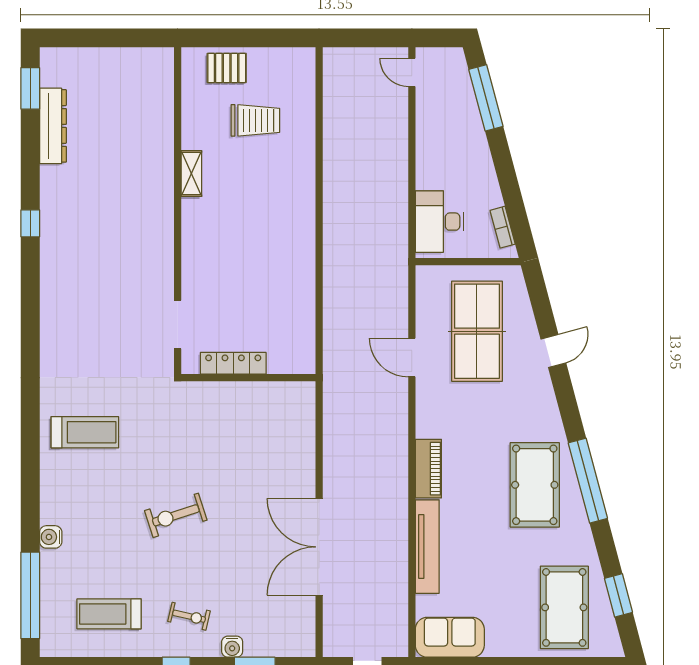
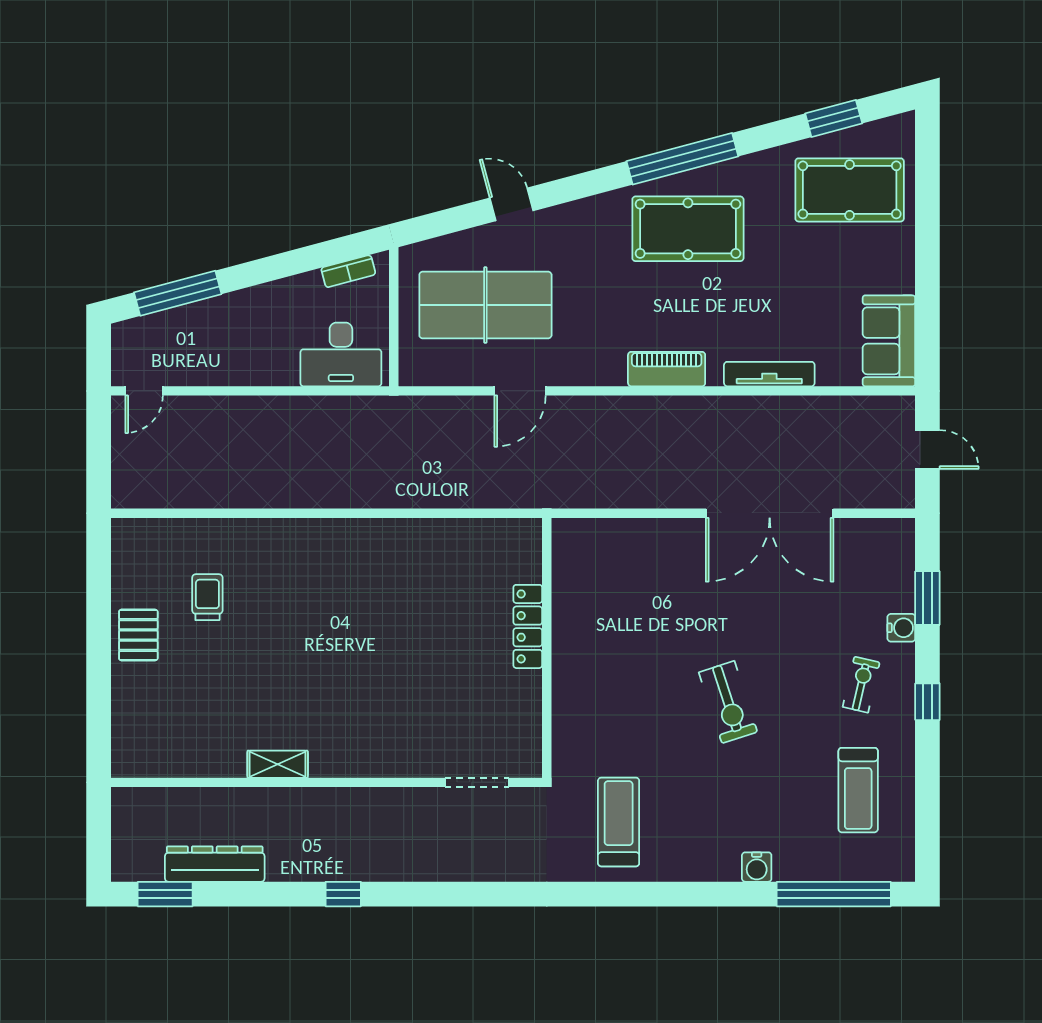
trolley: (255, 120) -> (207, 597), width x0.73, depth x0.72
shelving: (191, 174) -> (278, 764), moved
wall: (178, 211) -> (326, 782), moved
doorway: (178, 325) -> (477, 782), moved
tv unit: (427, 547) -> (769, 374), width x0.73, depth x0.78

